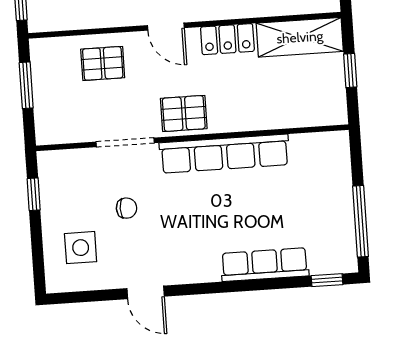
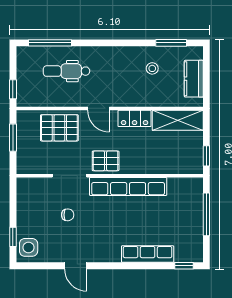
pallet: (103, 63) -> (59, 128), width x1.50, depth x1.42
window: (350, 71) -> (206, 156), moved
window: (34, 194) -> (13, 237), moved
window: (361, 221) -> (206, 214), moved
side table: (81, 248) -> (29, 247), moved

